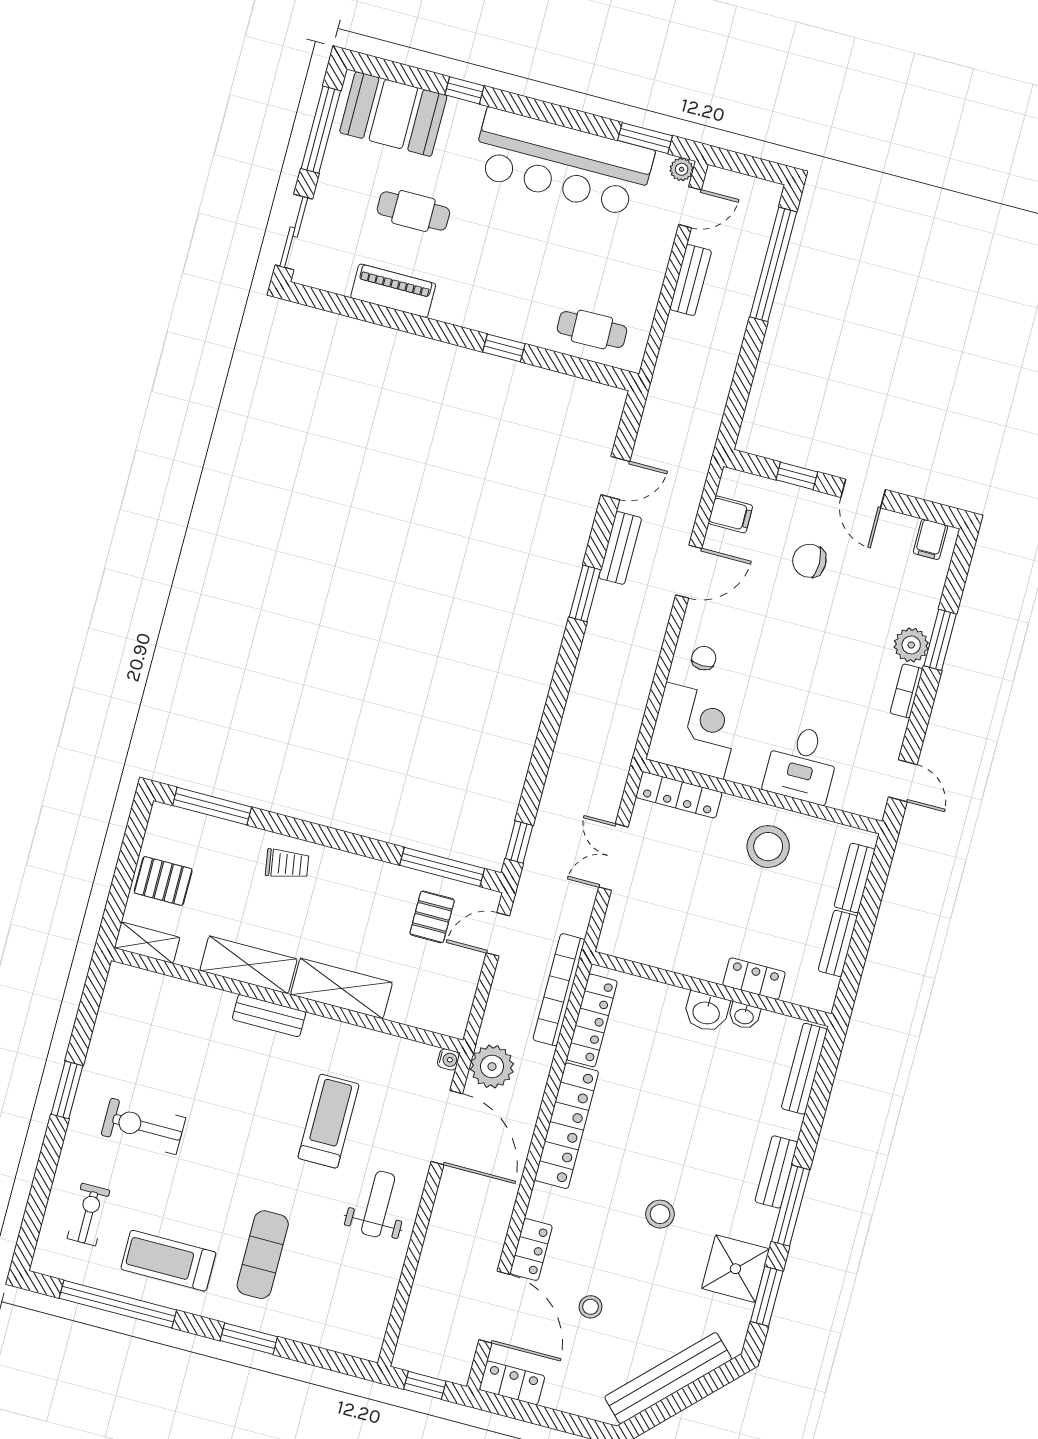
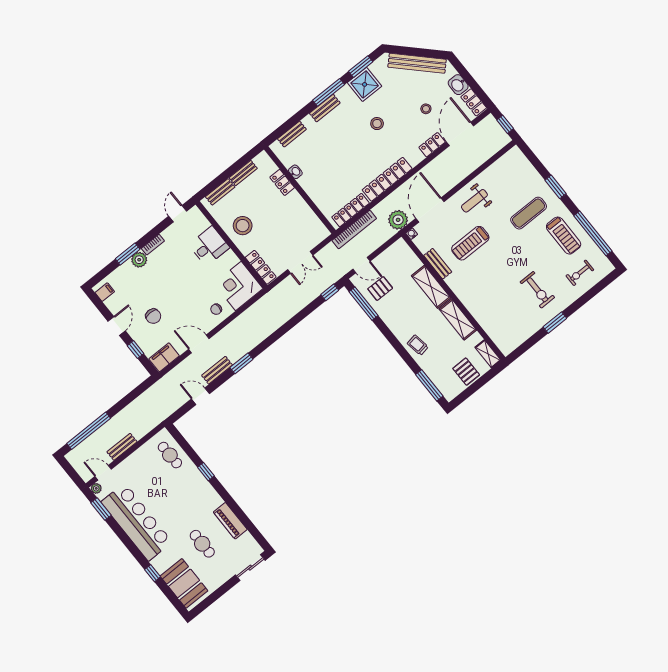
window: (321, 130) -> (214, 597), removed
filing cabinet: (730, 514) -> (164, 357), width x2.00
washbasin: (706, 1012) -> (458, 85), moved, turned 180
bench: (269, 1016) -> (438, 264), moved
bench: (804, 1069) -> (292, 134), width x0.73

